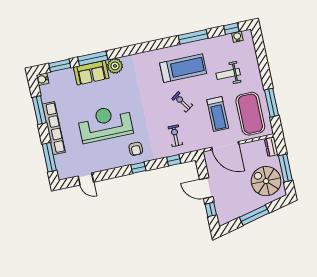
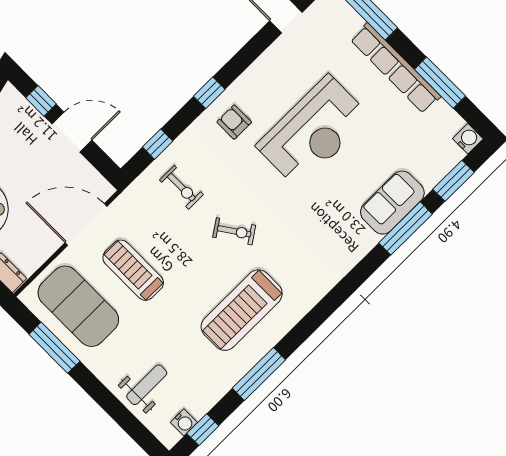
plant: (115, 66) -> (360, 240), removed
weight bench: (228, 74) -> (147, 385), moved
exercise bike: (182, 102) -> (234, 231), moved

